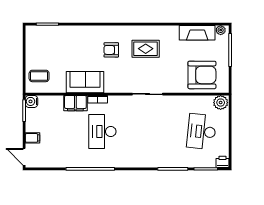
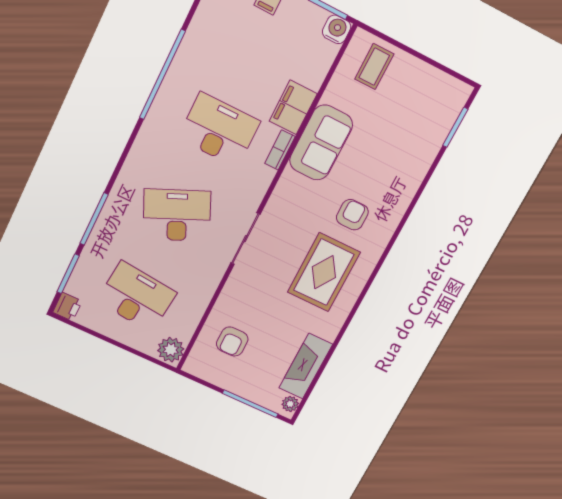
rug: (146, 49) -> (324, 272), width x1.36, depth x1.43
armchair: (202, 75) -> (232, 342), width x0.53, depth x0.53
desk: (152, 131) -> (177, 215), added

